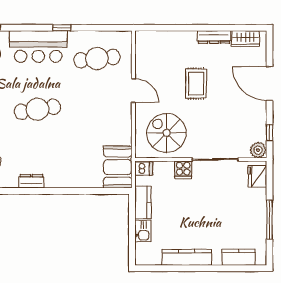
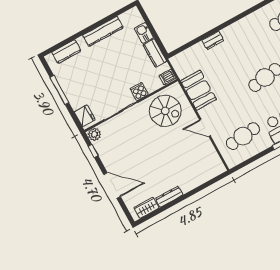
rug: (196, 84) -> (164, 157), removed
booth: (118, 167) -> (198, 90), moved
dresser: (31, 181) -> (213, 40), moved

